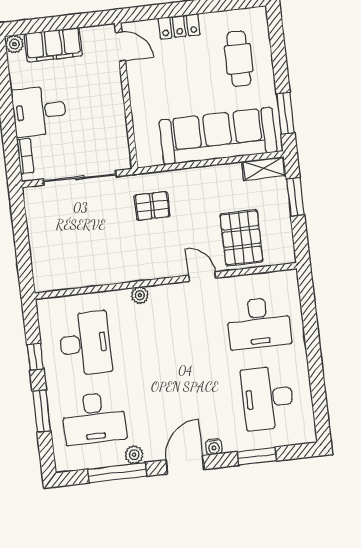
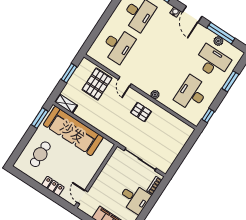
window: (295, 197) -> (69, 73), moved
pallet: (152, 206) -> (141, 112), moved
desk: (259, 323) -> (118, 45), turned 90
window: (35, 357) -> (208, 115), moved
plant: (134, 455) -> (218, 41), moved
door: (185, 465) -> (192, 14), hinge flipped

